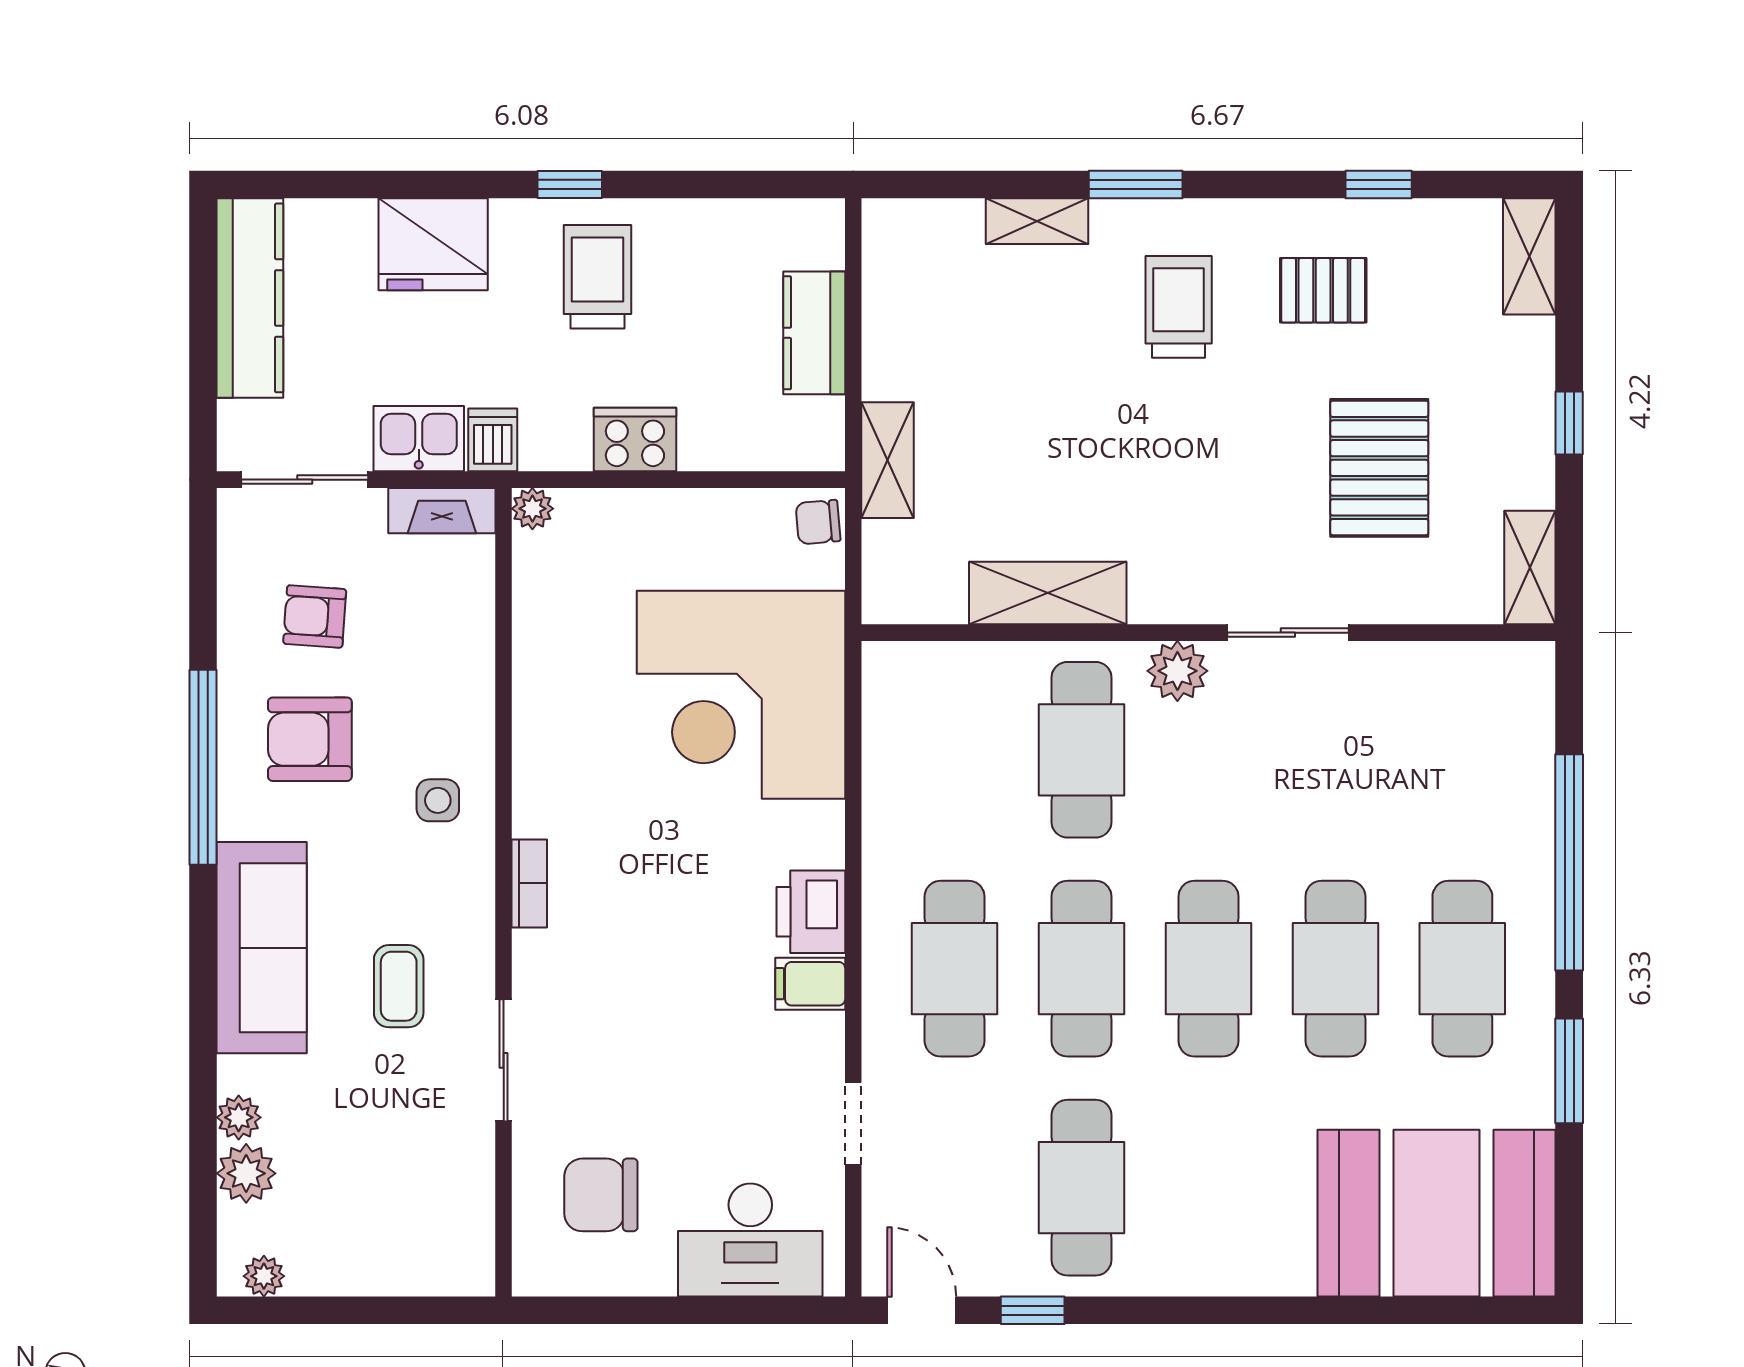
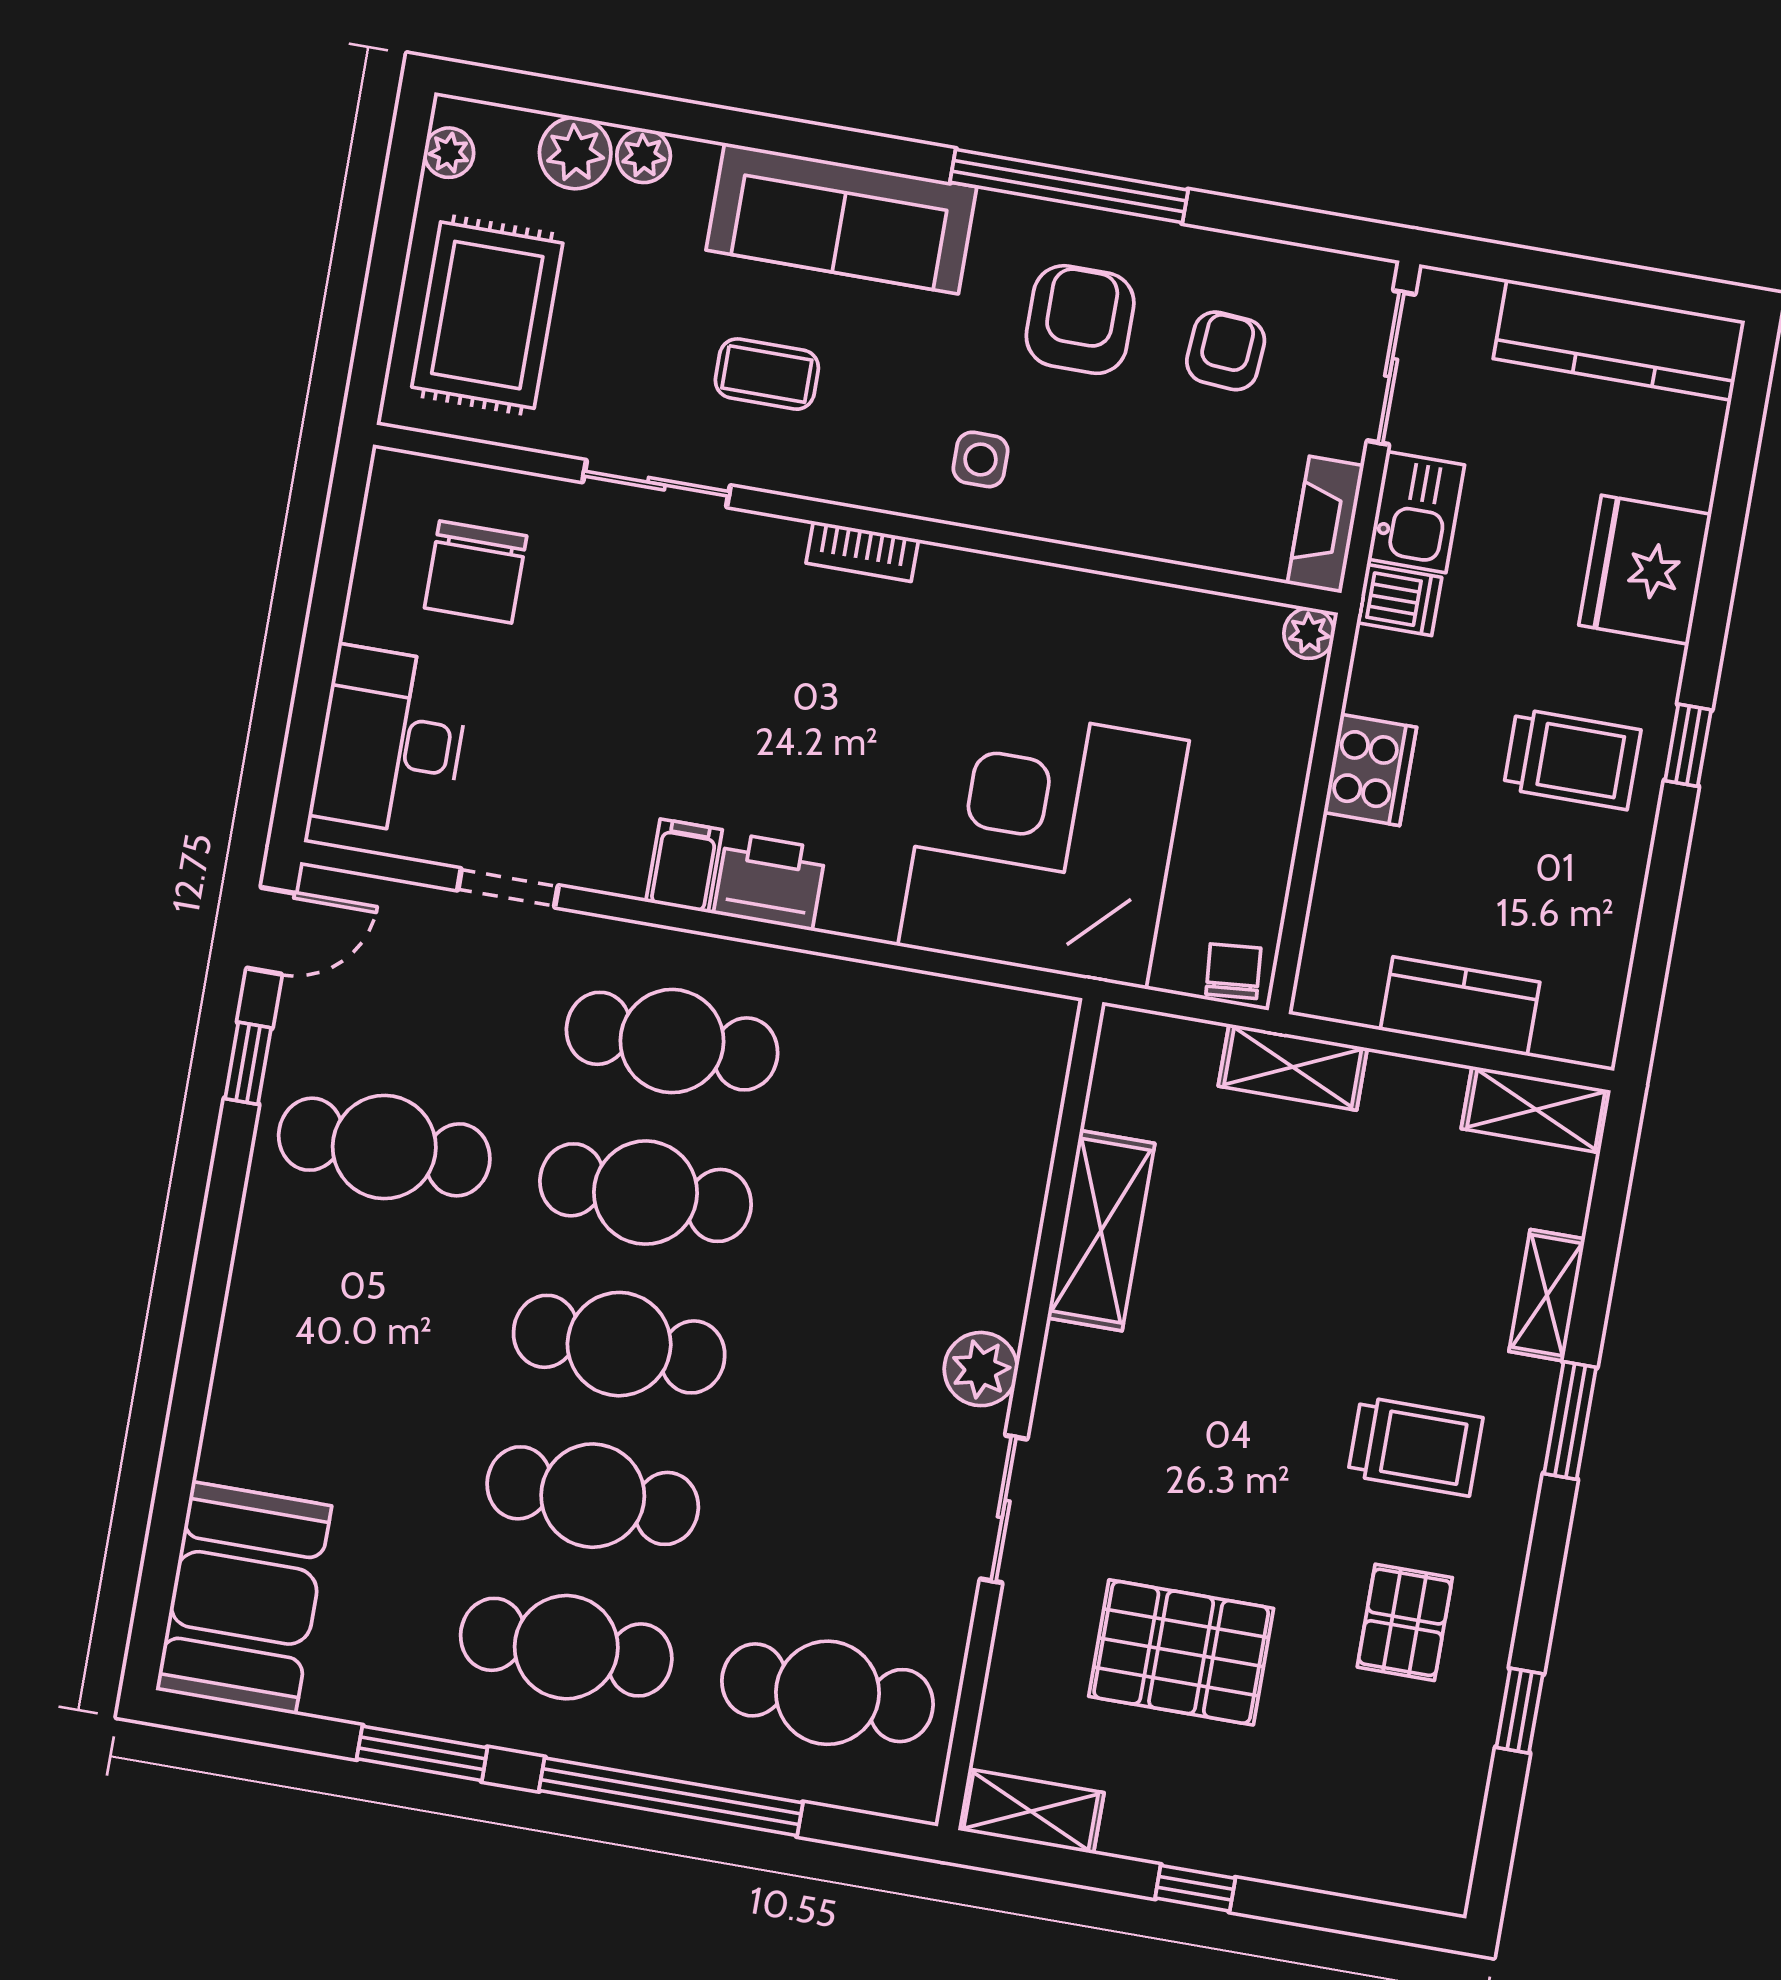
shelving: (1529, 256) -> (1536, 1110), moved
cafe table: (1082, 750) -> (827, 1693), moved
chair: (601, 1195) -> (476, 572), turned 180
booth: (1437, 1213) -> (244, 1598), width x0.73, depth x0.70
rug: (390, 1222) -> (487, 315), added

